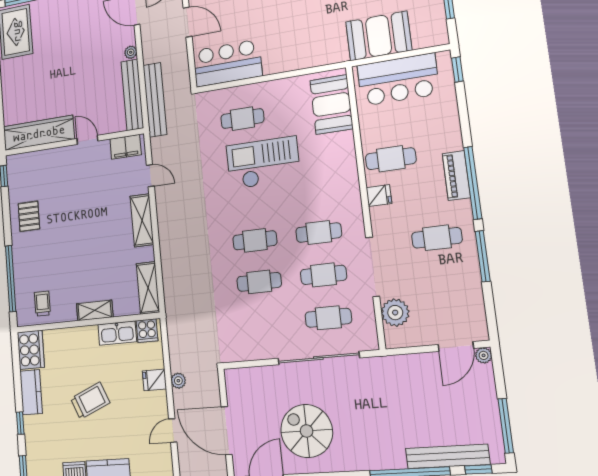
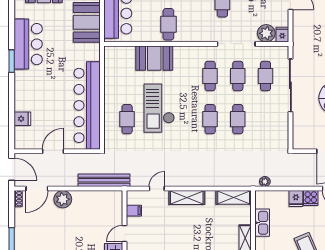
plant: (131, 52) -> (63, 199), width x1.88, depth x1.88
bar counter: (227, 63) -> (87, 105), width x1.86
bench: (132, 95) -> (98, 197), removed
booth: (331, 105) -> (154, 58), moved
filing cabinet: (126, 147) -> (134, 211), width x0.50
fridge: (379, 196) -> (282, 35), moved
cooker: (147, 331) -> (311, 198), moved, turned 90
plant: (178, 381) -> (265, 182), moved

